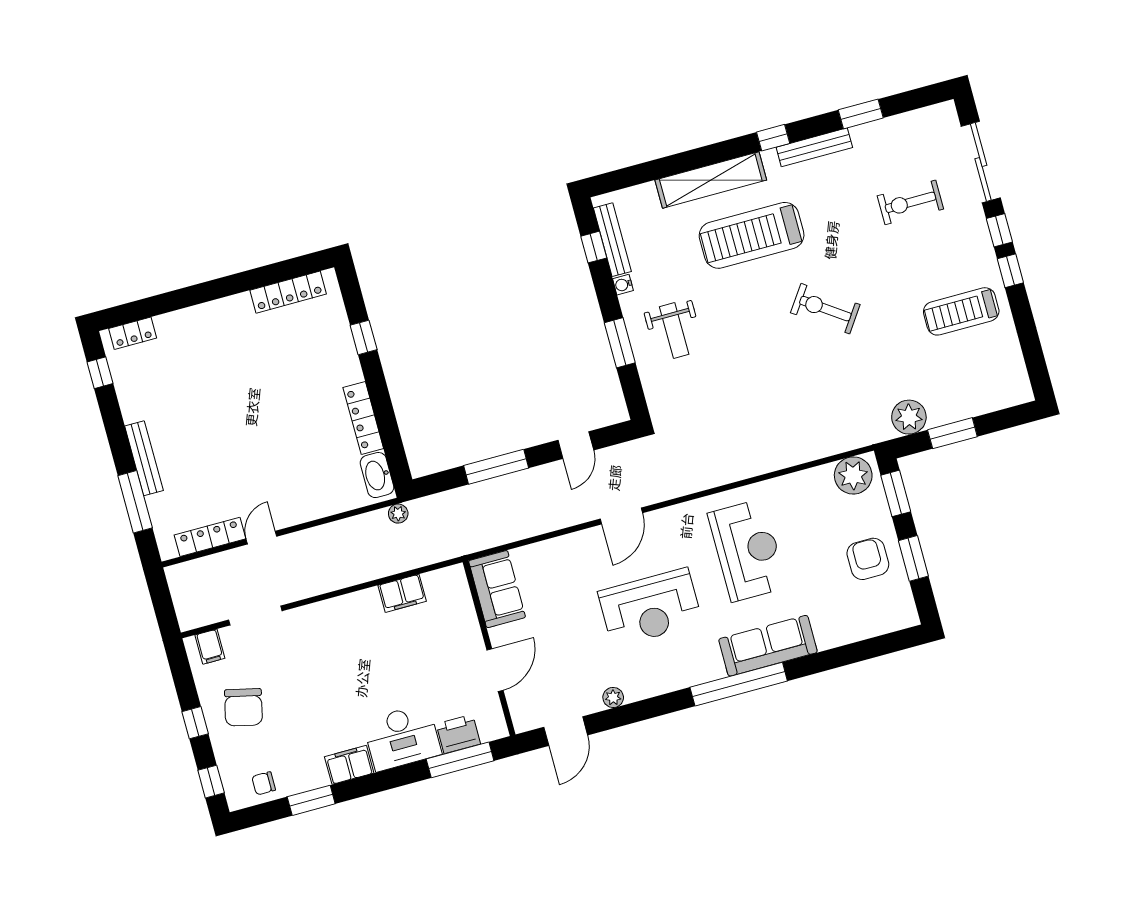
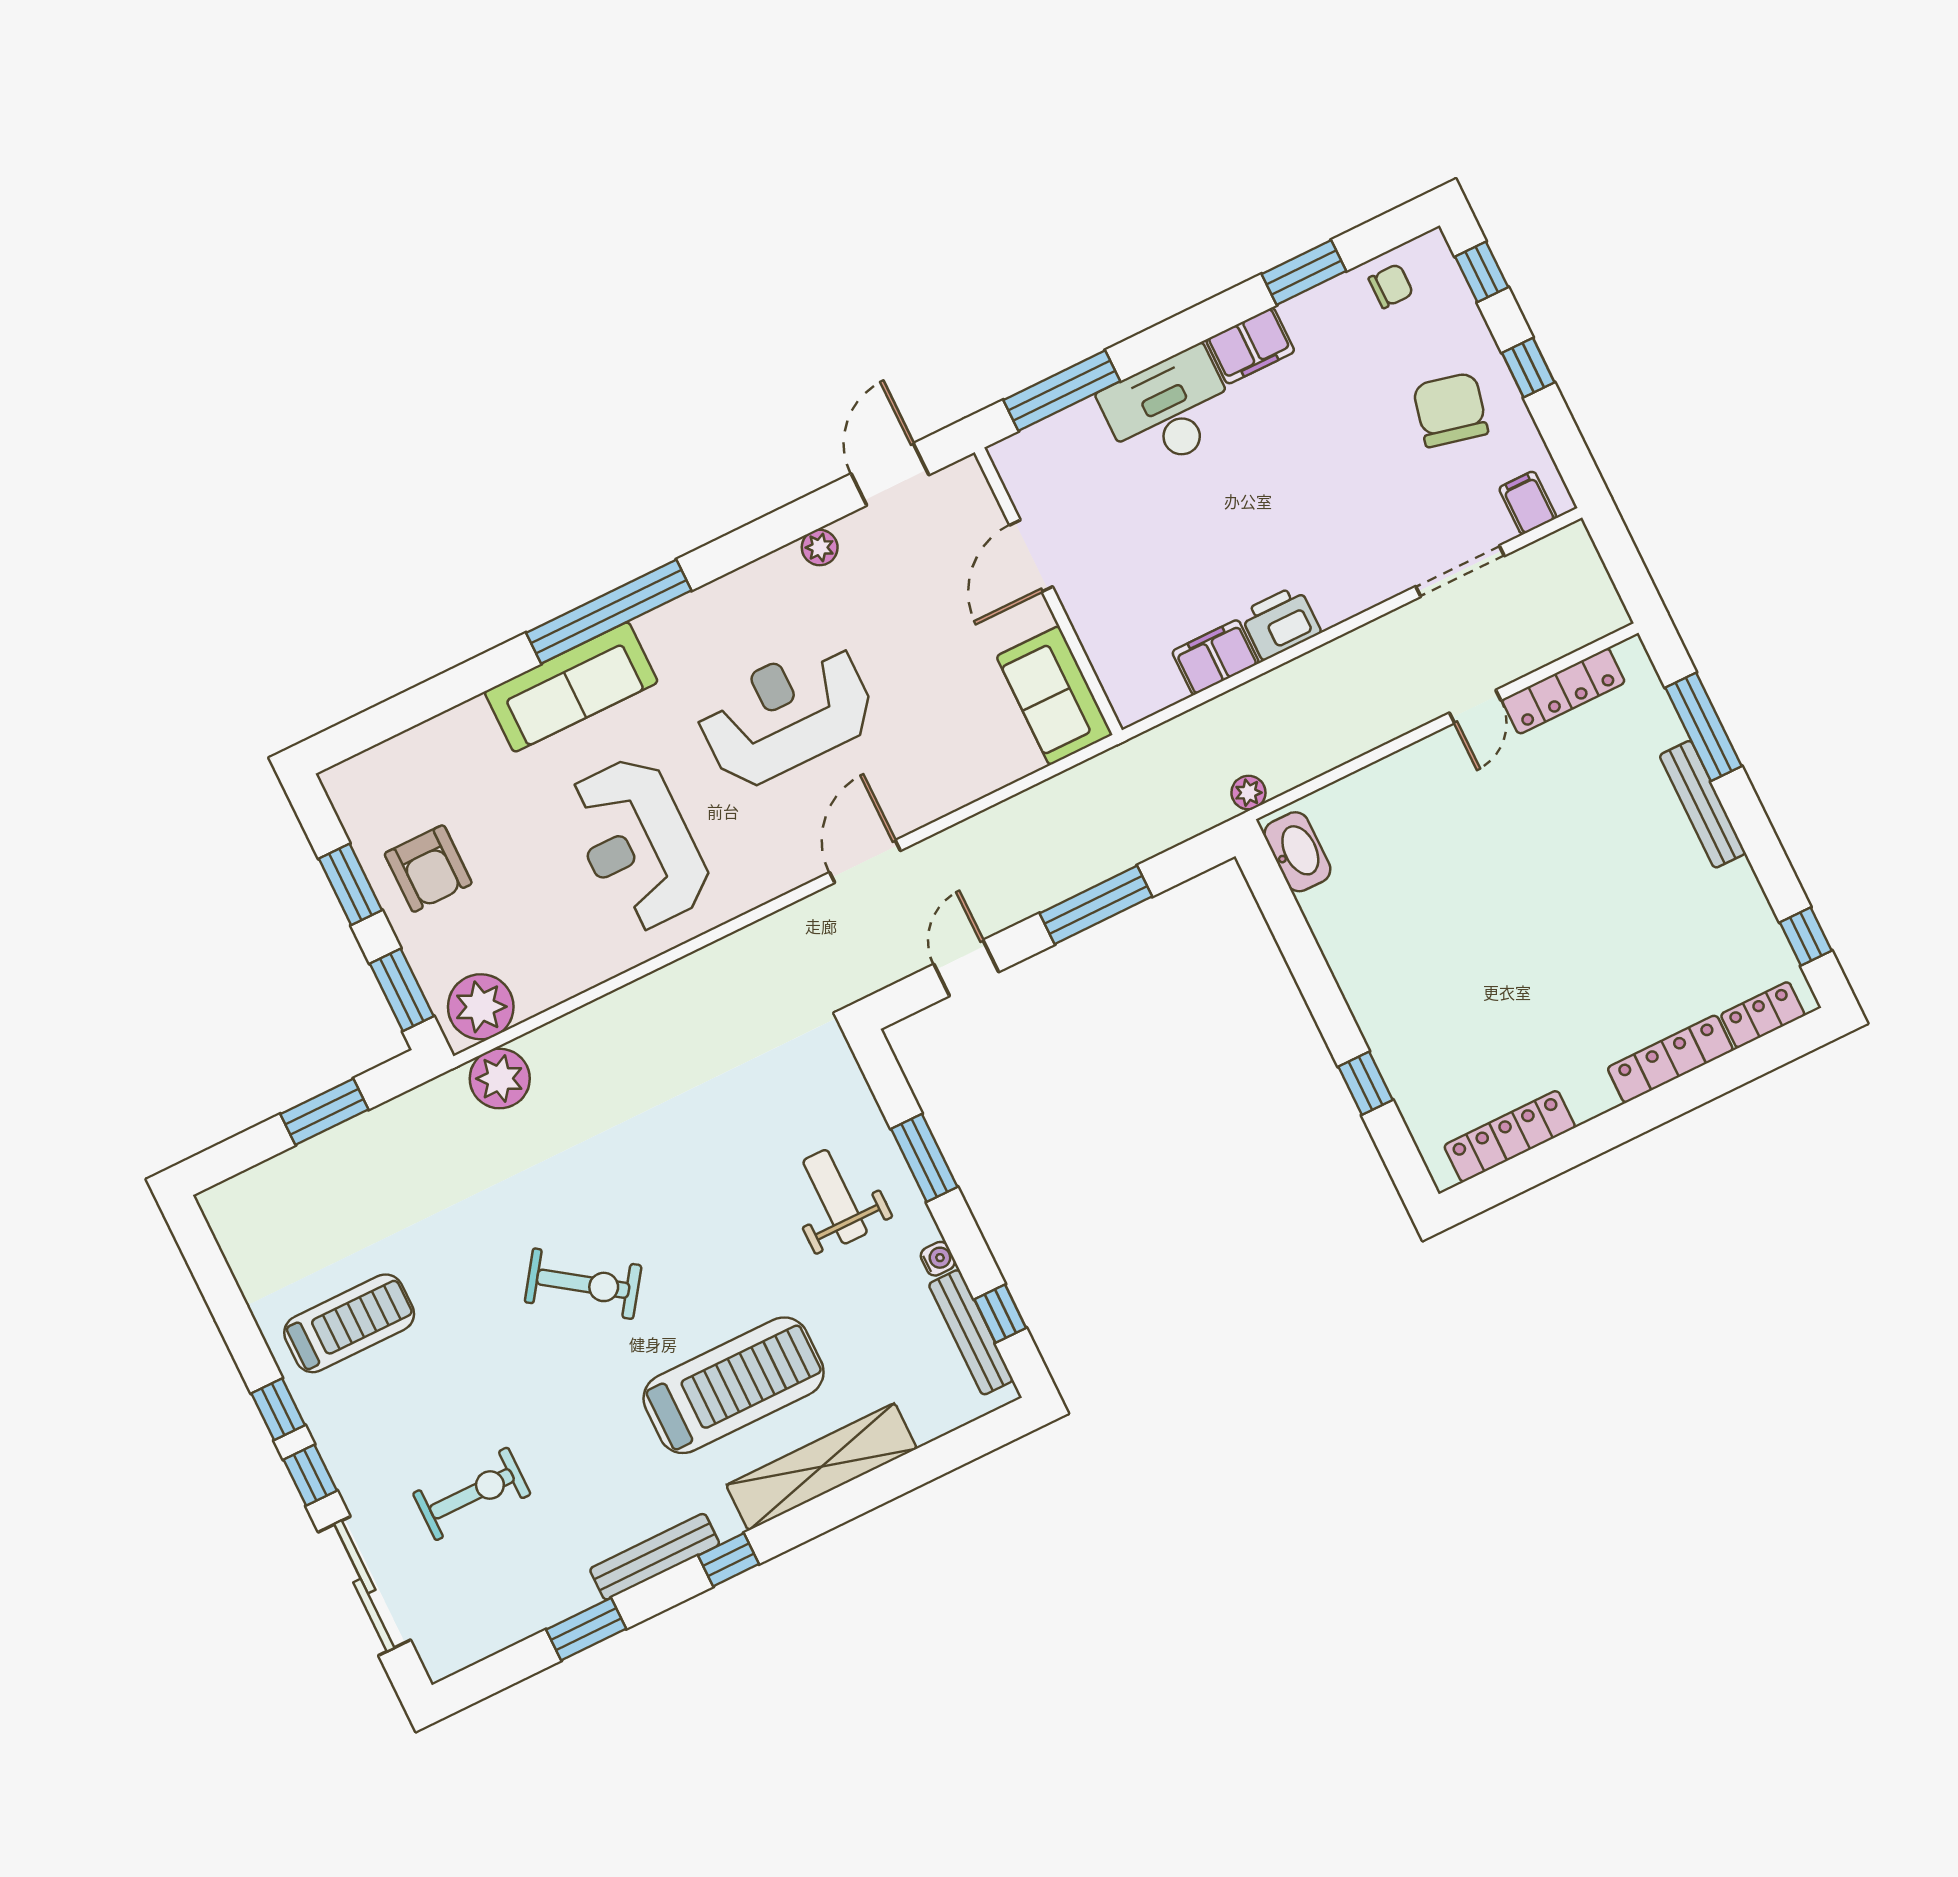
plant: (909, 417) -> (500, 1079), moved
locker: (363, 418) -> (1670, 1059), moved, turned -90
printer: (458, 734) -> (1281, 623), moved, turned 180

